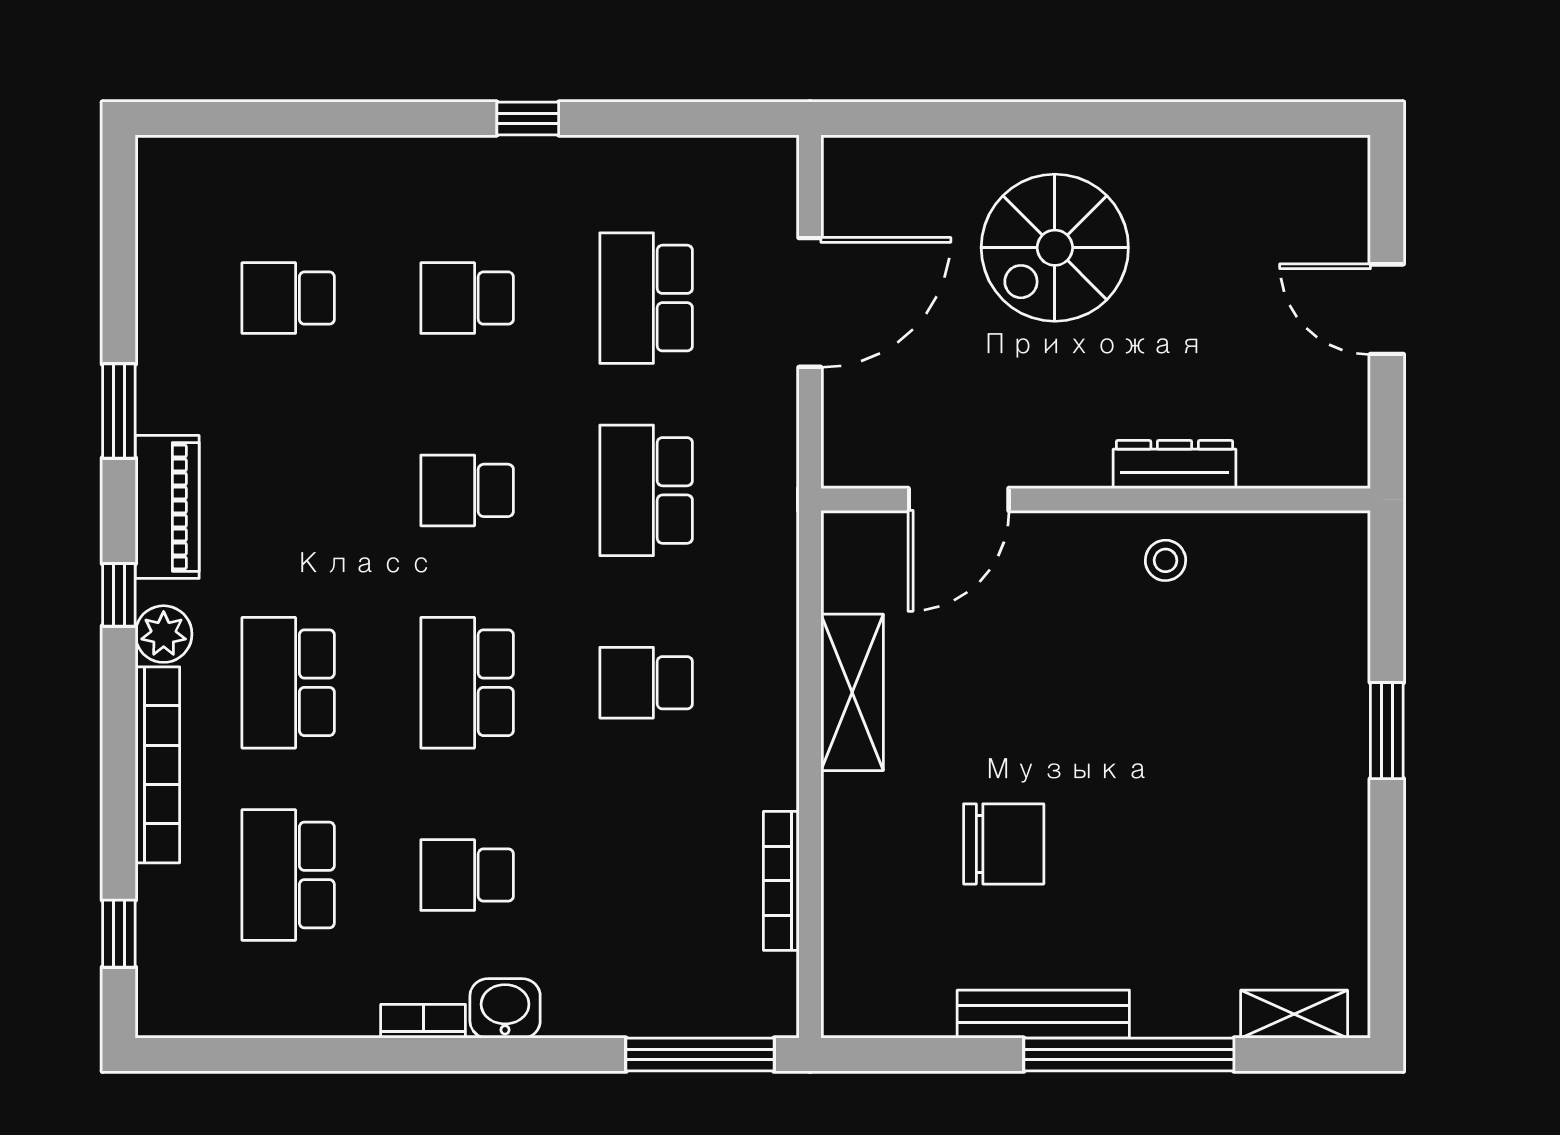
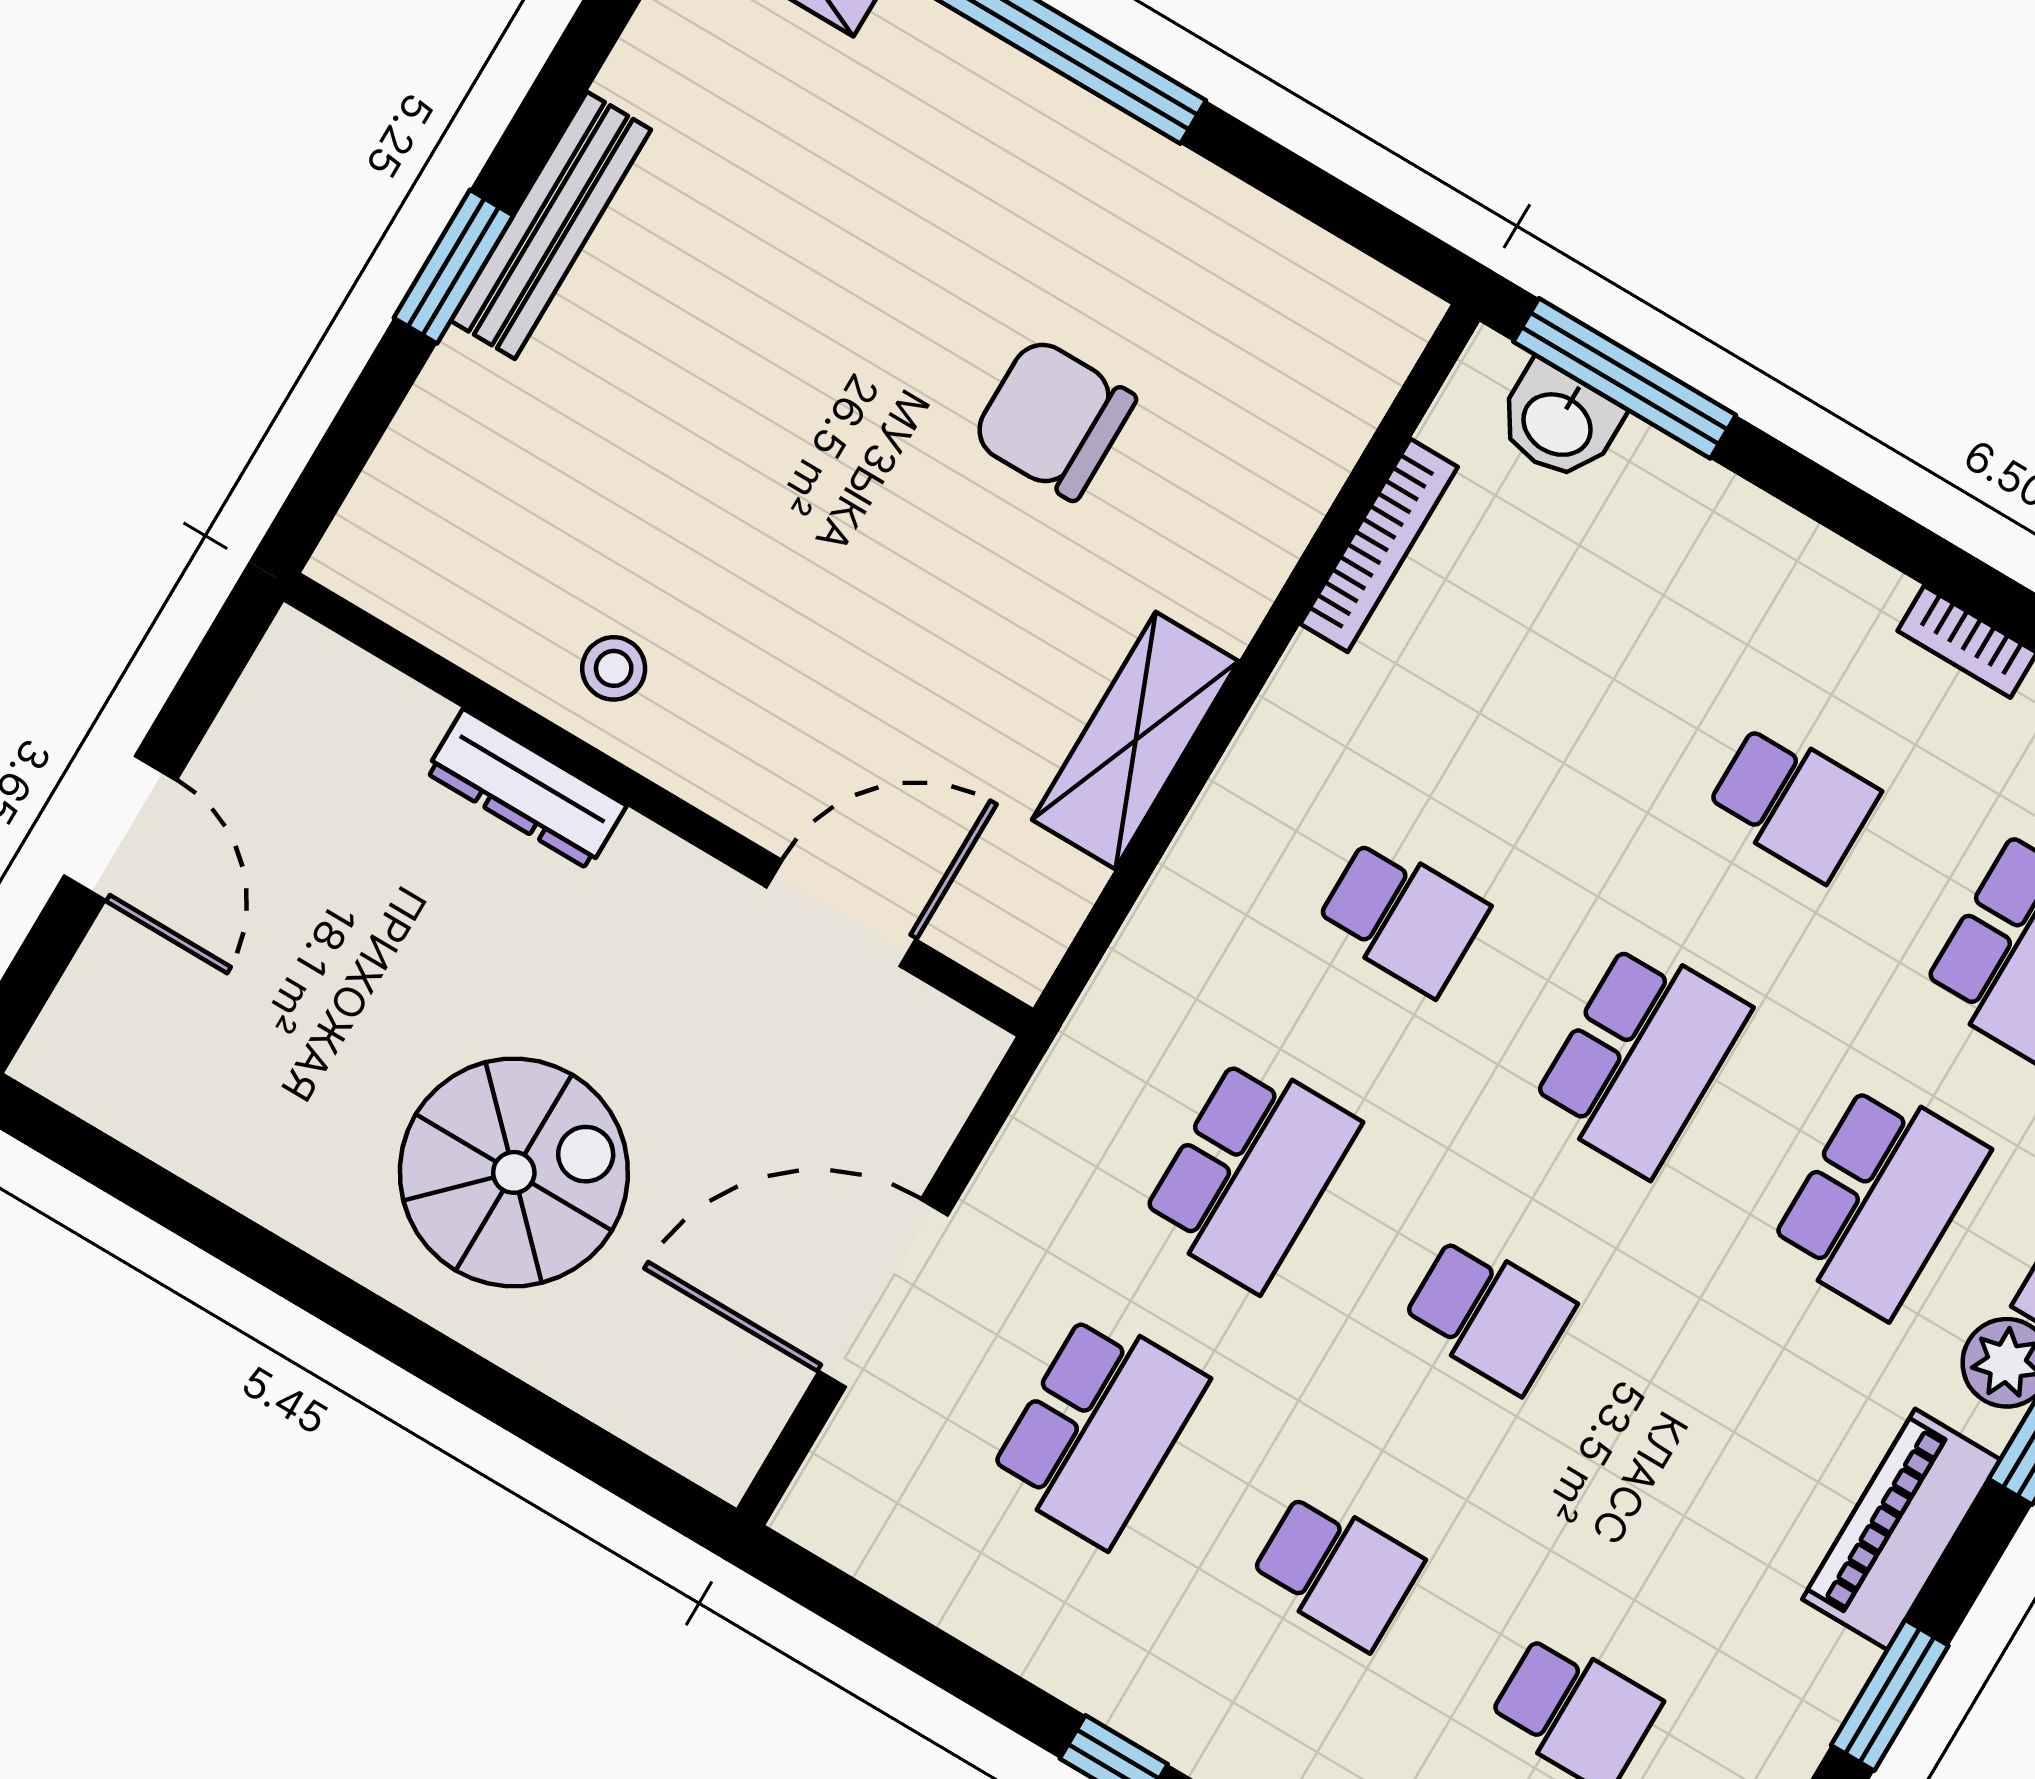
washbasin: (505, 1008) -> (1558, 422), moved
bench: (1043, 1014) -> (551, 225), moved, turned 90

